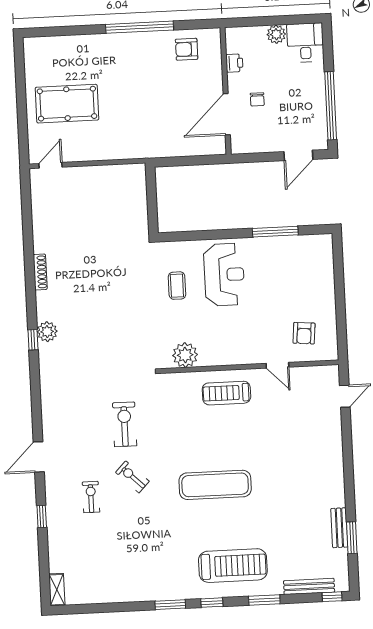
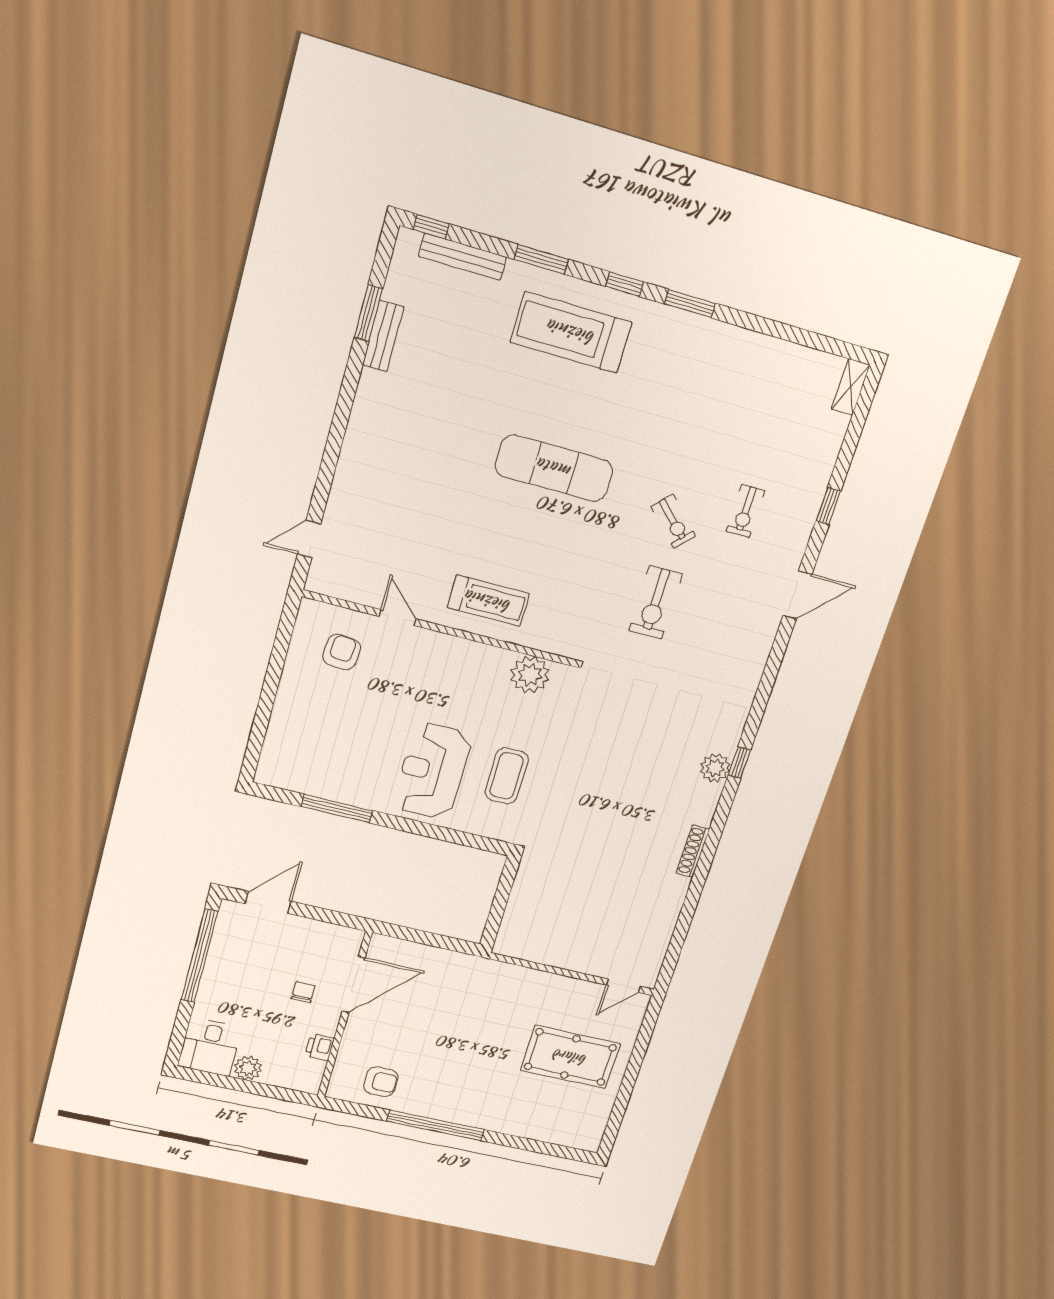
coffee table: (177, 286) -> (507, 776), width x1.36, depth x1.30

